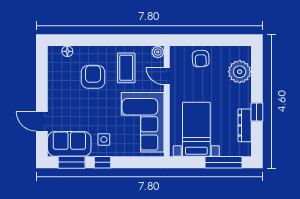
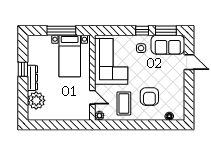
armchair: (201, 59) -> (66, 111), removed
dresser: (245, 125) -> (32, 78), moved
window: (224, 162) -> (61, 31), moved

